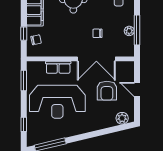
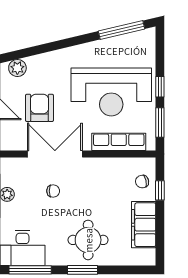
row of seats: (58, 67) -> (119, 142), width x1.48
reception desk: (57, 102) -> (111, 92), turned 180
window: (24, 124) -> (160, 87), moved

